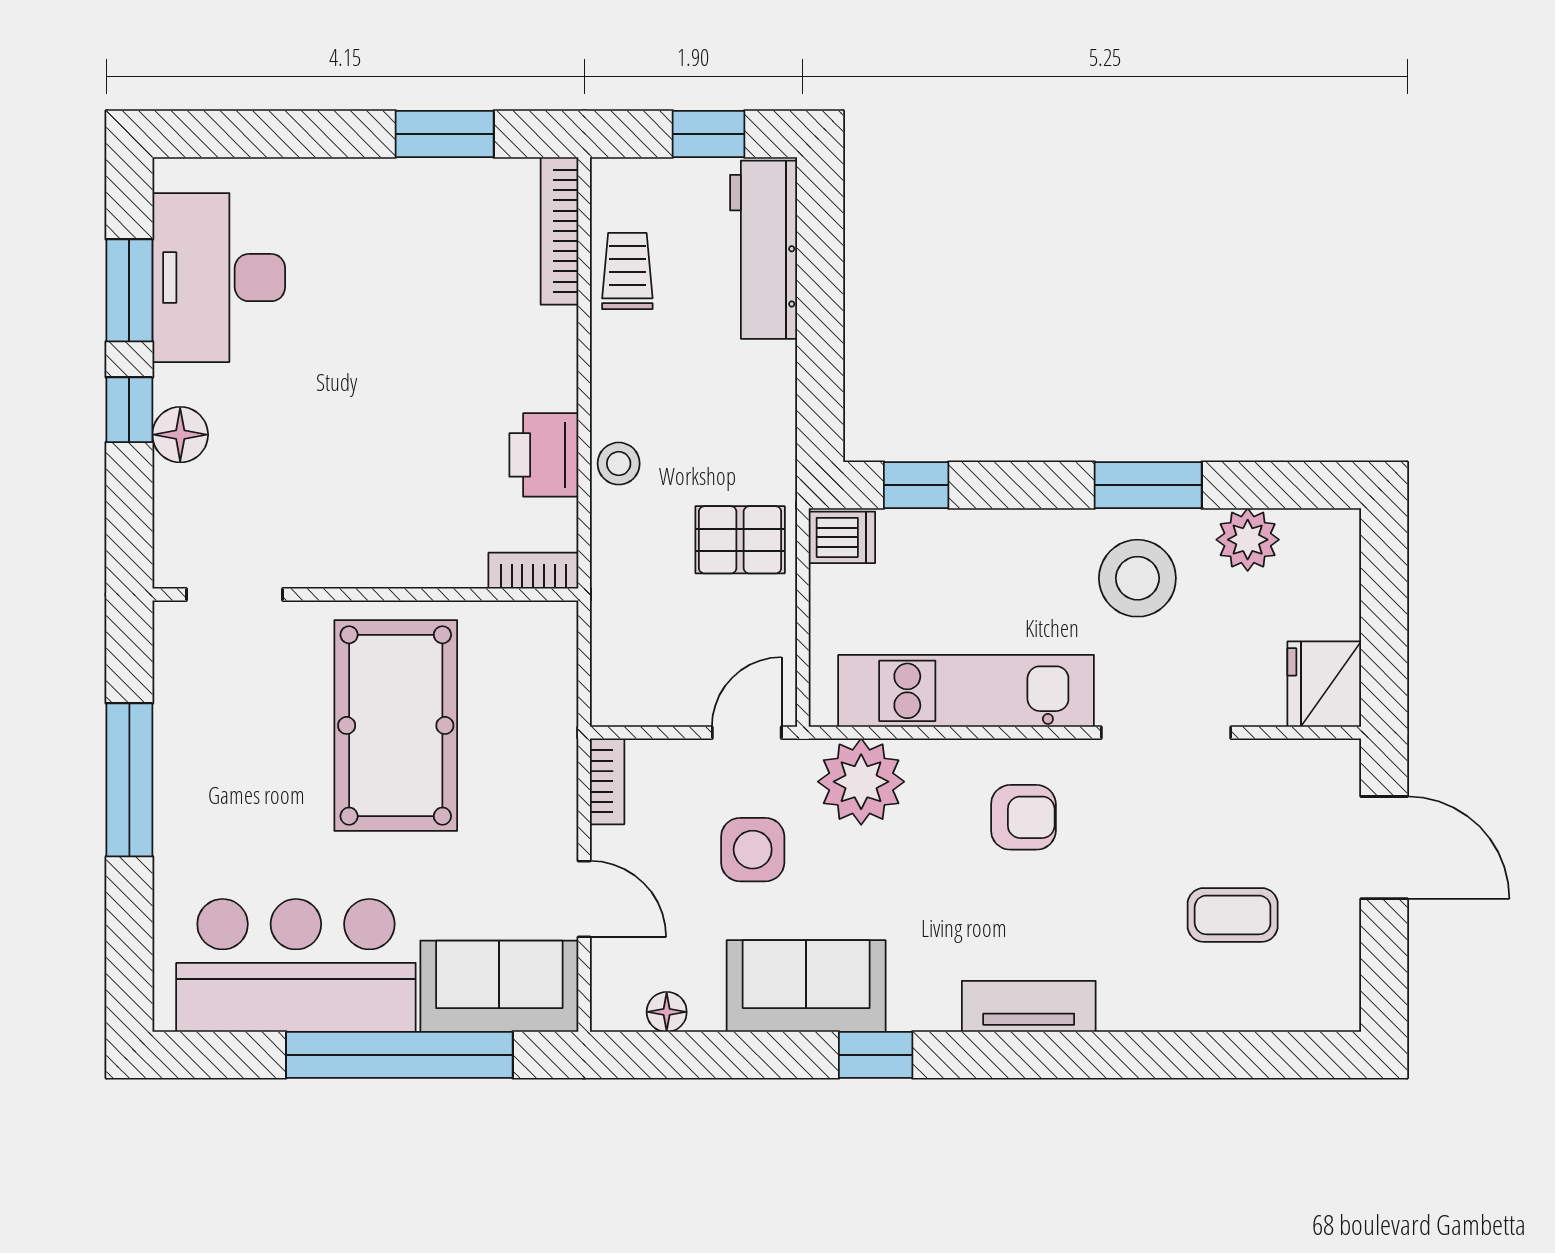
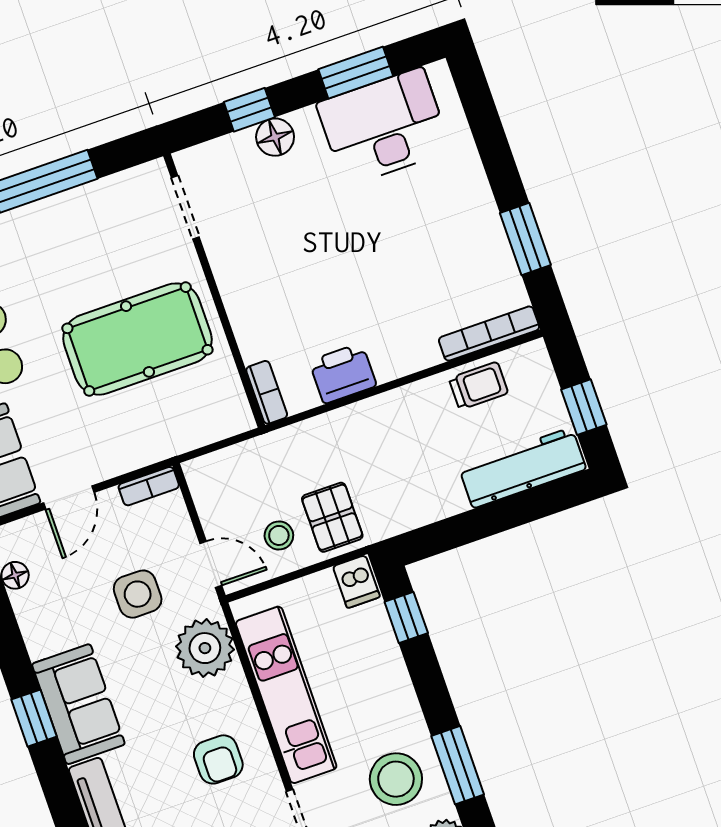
window: (129, 410) -> (249, 110), moved
stool: (619, 464) -> (279, 535), moved
sofa: (806, 986) -> (78, 704), moved

